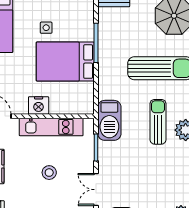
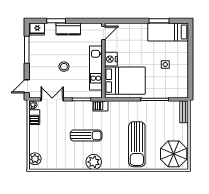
bed: (65, 62) -> (125, 81), moved, turned 90
barbecue: (109, 120) -> (100, 106), width x0.53, depth x0.65
sun lounger: (158, 122) -> (86, 135), moved

